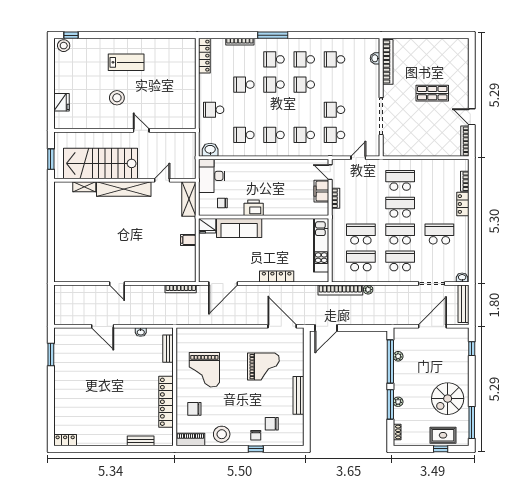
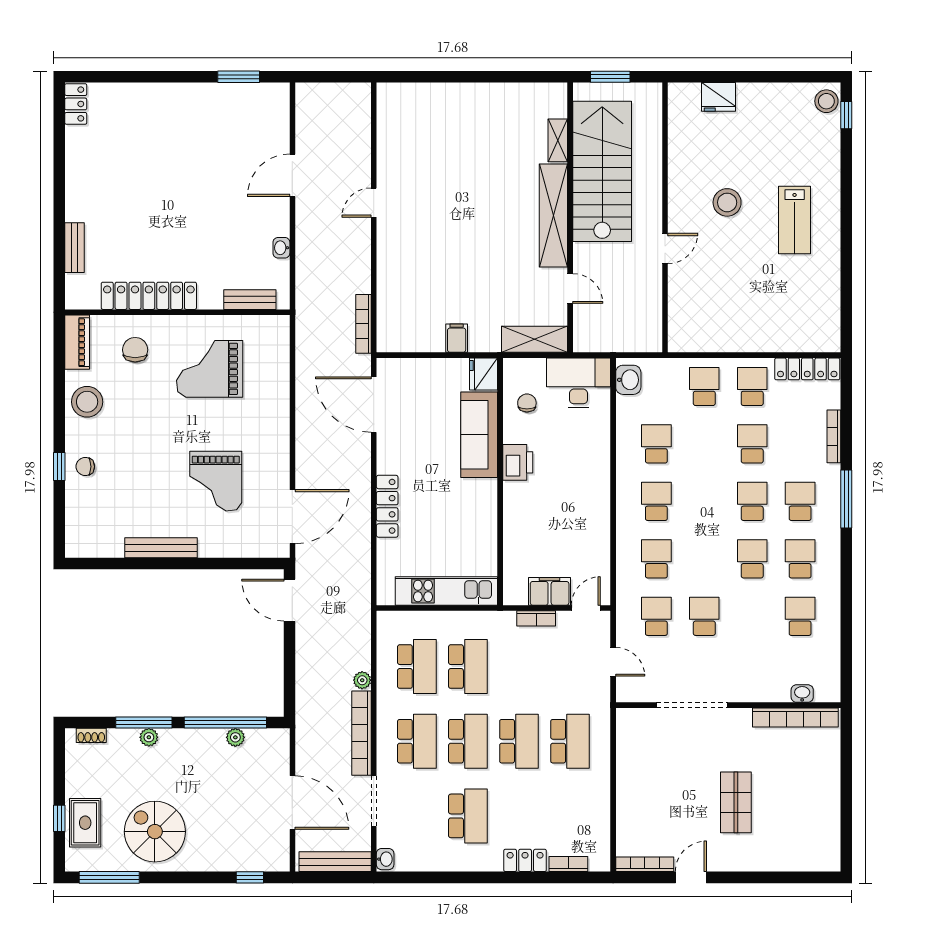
school desk: (214, 85) -> (752, 386), added
bookcase: (340, 290) -> (361, 733), moved
chair: (272, 424) -> (107, 497), removed

